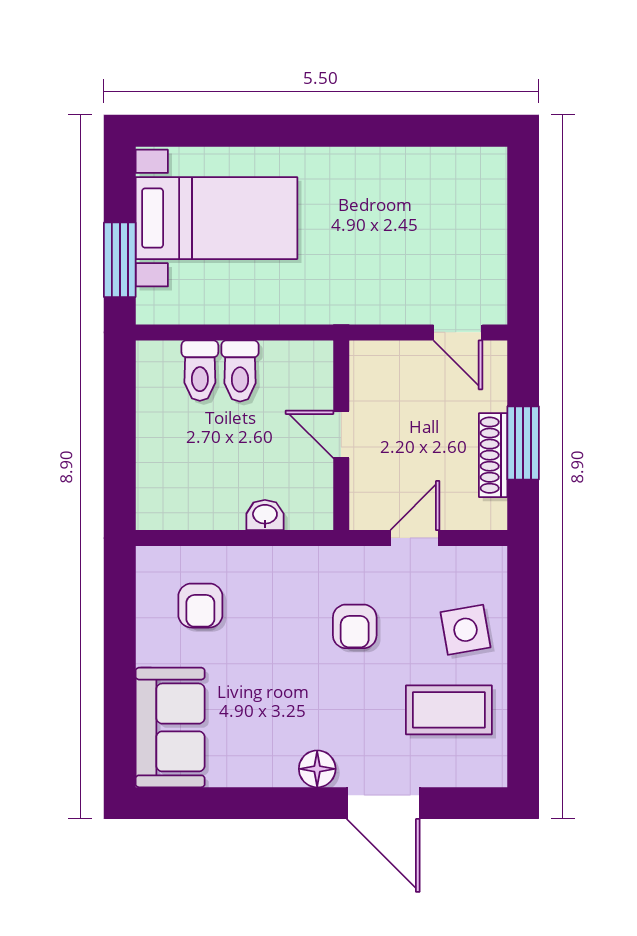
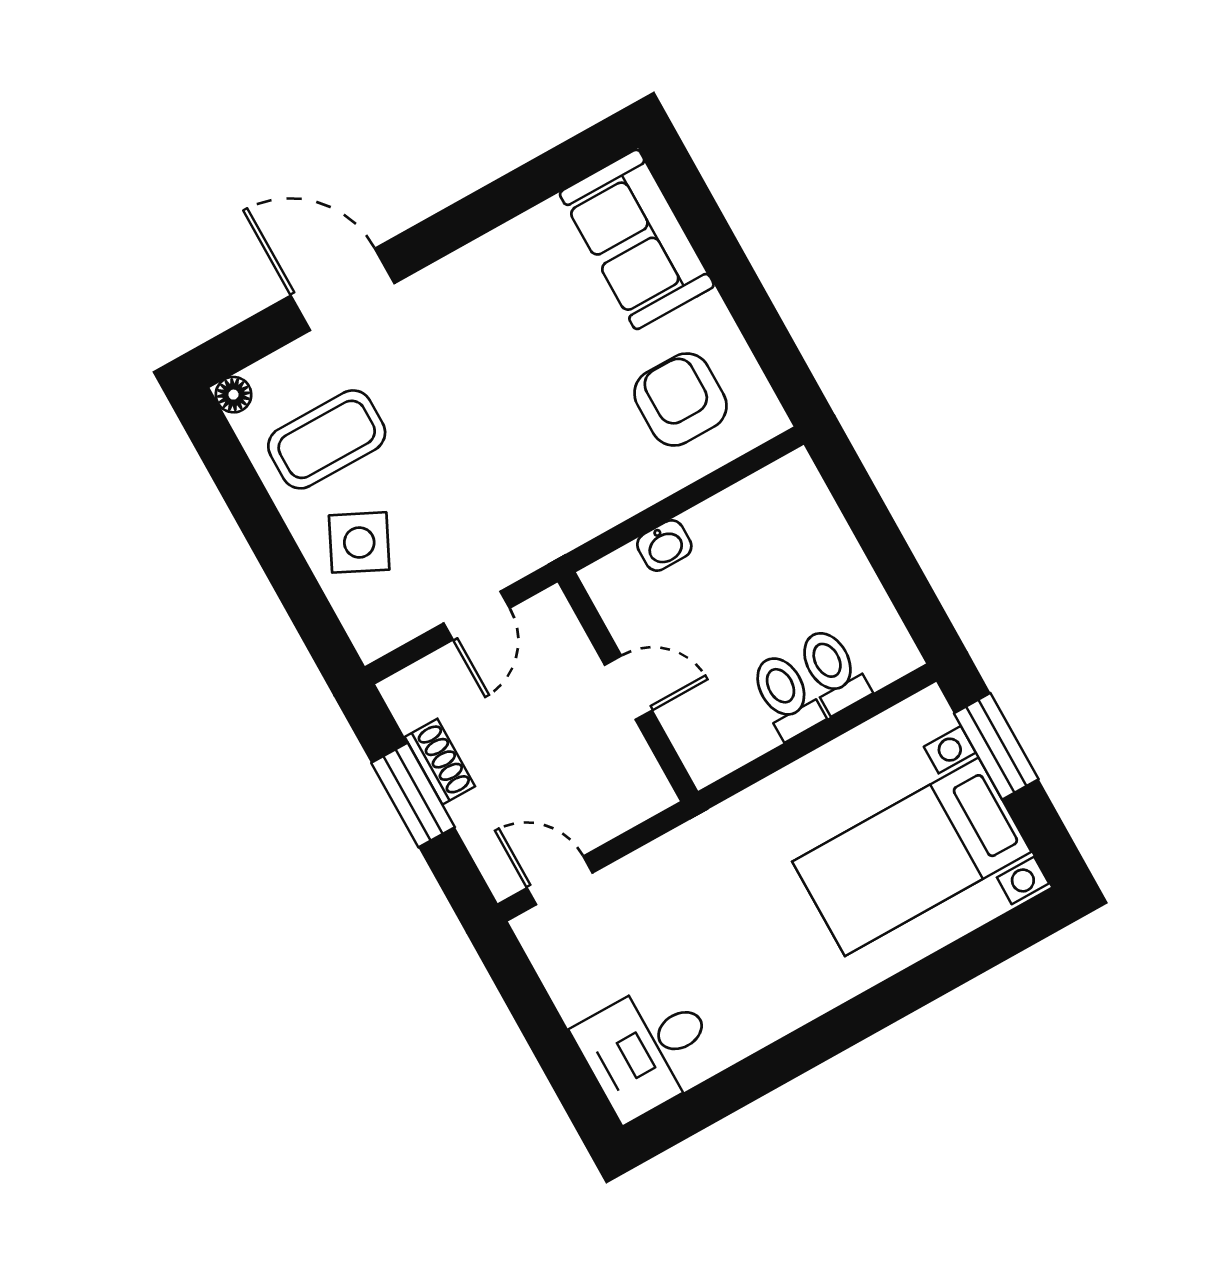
desk: (462, 189) -> (648, 1049), added
shoe rack: (493, 455) -> (440, 762), width x0.70
armchair: (200, 606) -> (680, 399), width x1.38, depth x1.38
armchair: (355, 626) -> (489, 475), removed
side table: (465, 630) -> (359, 542), turned 36
floor lamp: (317, 769) -> (234, 395), moved, width x0.73, depth x0.73

